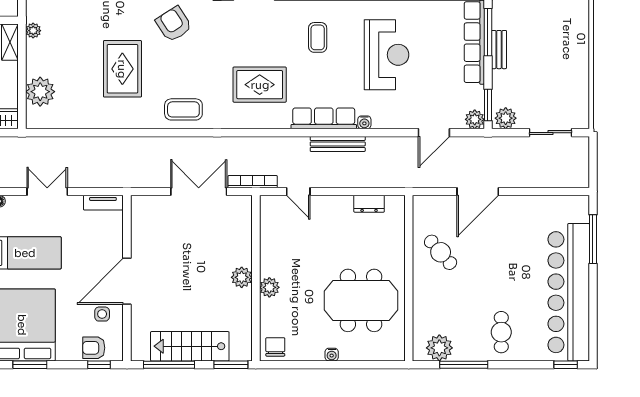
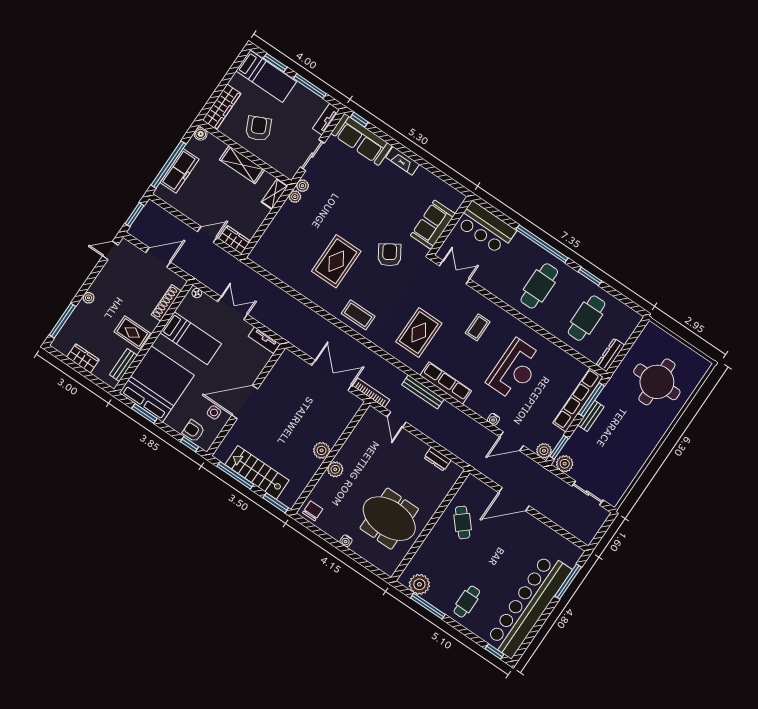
rug: (260, 85) -> (419, 333), turned 90
plant: (40, 92) -> (303, 186), moved, width x0.53, depth x0.53
water cooler: (364, 122) -> (494, 419), moved
bench: (338, 144) -> (423, 392), moved

